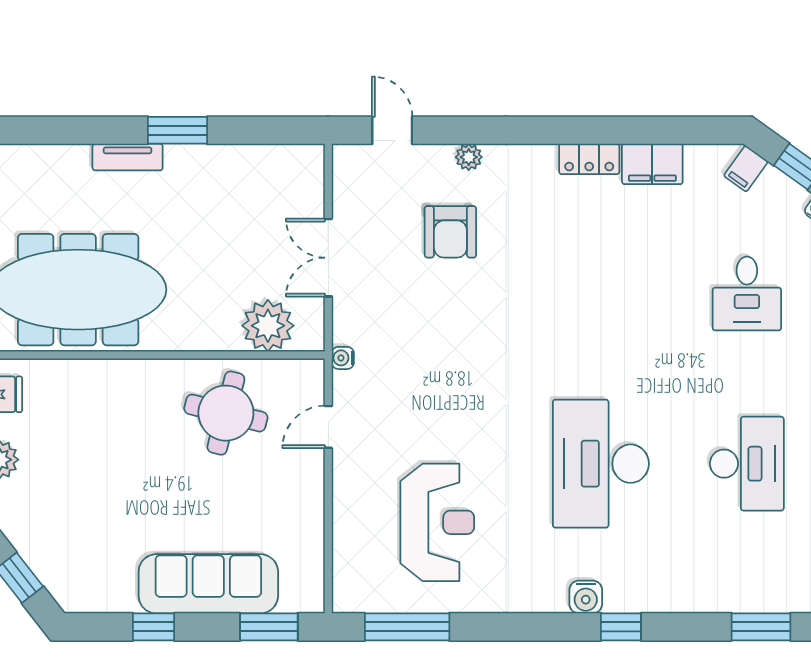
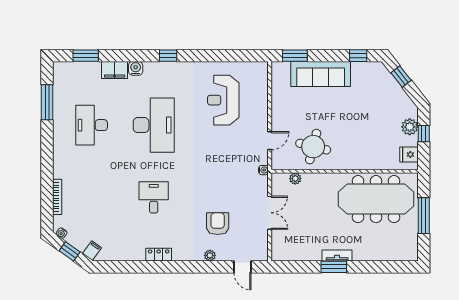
tv unit: (128, 157) -> (337, 255), moved
filing cabinet: (652, 164) -> (115, 70), moved, turned 180
desk: (747, 293) -> (154, 197), moved
plant: (268, 326) -> (295, 179), width x0.53, depth x0.53
water cooler: (586, 597) -> (136, 68), moved
window: (154, 627) -> (358, 56), moved
window: (407, 627) -> (236, 56), removed
window: (621, 627) -> (168, 56), moved

